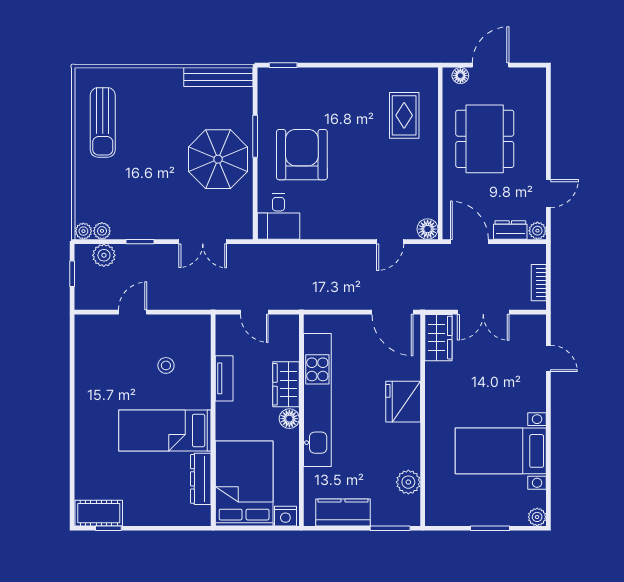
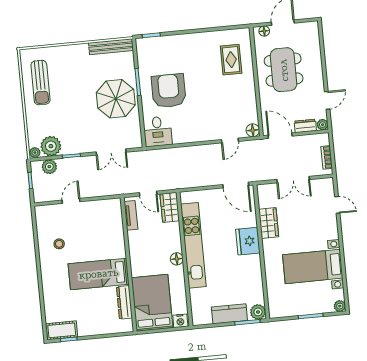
plant: (102, 231) -> (51, 146), width x1.88, depth x1.88
wardrobe: (438, 338) -> (269, 223), moved
stool: (166, 365) -> (59, 244), moved
tv unit: (224, 378) -> (131, 215), moved
wardrobe: (286, 384) -> (170, 207), moved
plant: (408, 482) -> (258, 312), moved
kitchen counter: (343, 512) -> (229, 314), moved

